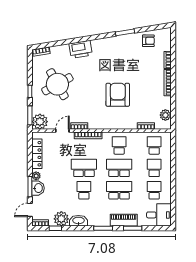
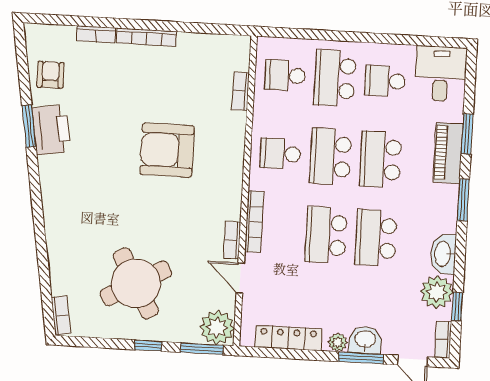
printer: (81, 49) -> (51, 130), moved
plant: (165, 115) -> (219, 46), removed
school desk: (154, 168) -> (335, 78), width x1.85
school desk: (84, 190) -> (376, 238), width x1.85

